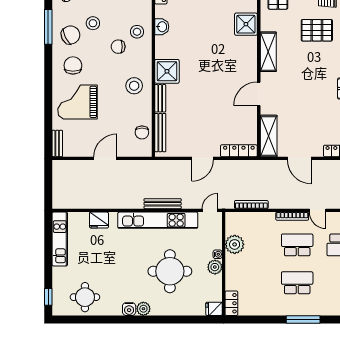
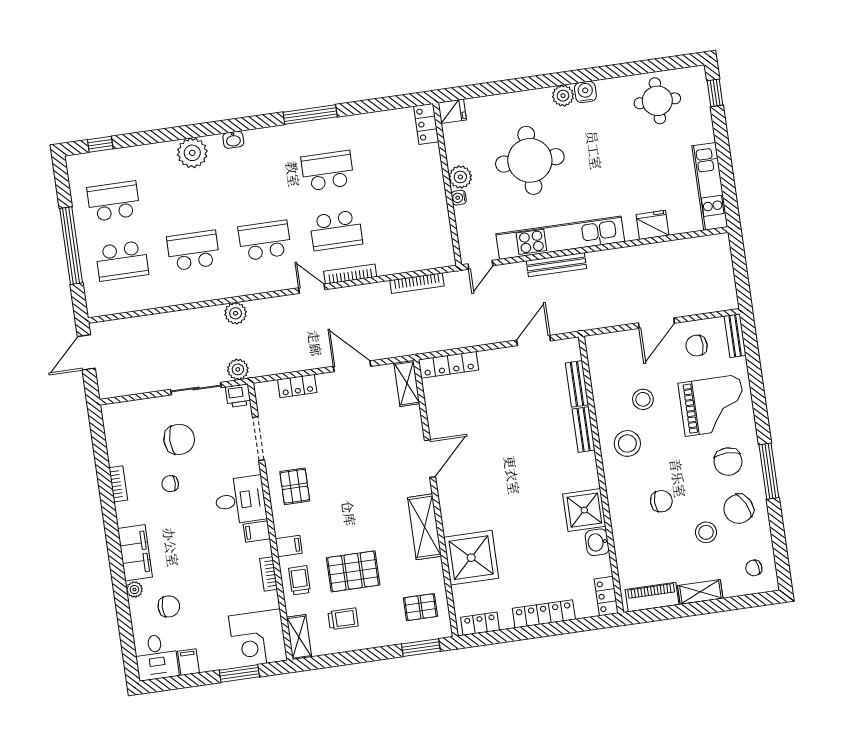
shower: (246, 24) -> (471, 558), width x1.37, depth x1.37
window: (48, 27) -> (769, 471), moved
stool: (137, 32) -> (643, 399), moved
shower: (167, 71) -> (584, 510), moved
chair: (142, 132) -> (697, 346), moved, turned -90
bench: (160, 133) -> (577, 384), width x0.73
shelving: (269, 136) -> (407, 383), width x0.67, depth x0.75
door: (202, 158) -> (534, 340), moved
plant: (235, 244) -> (434, 217), removed
school desk: (297, 283) -> (328, 171), turned 180

